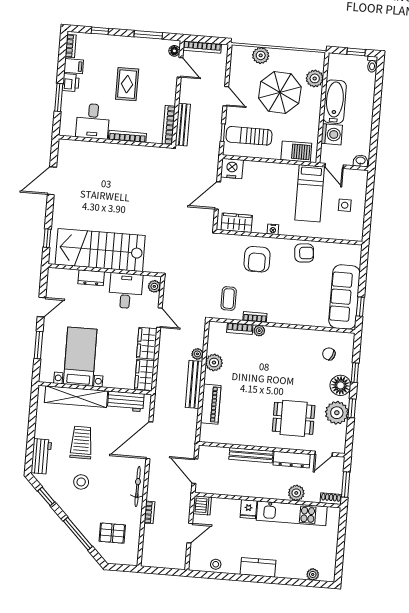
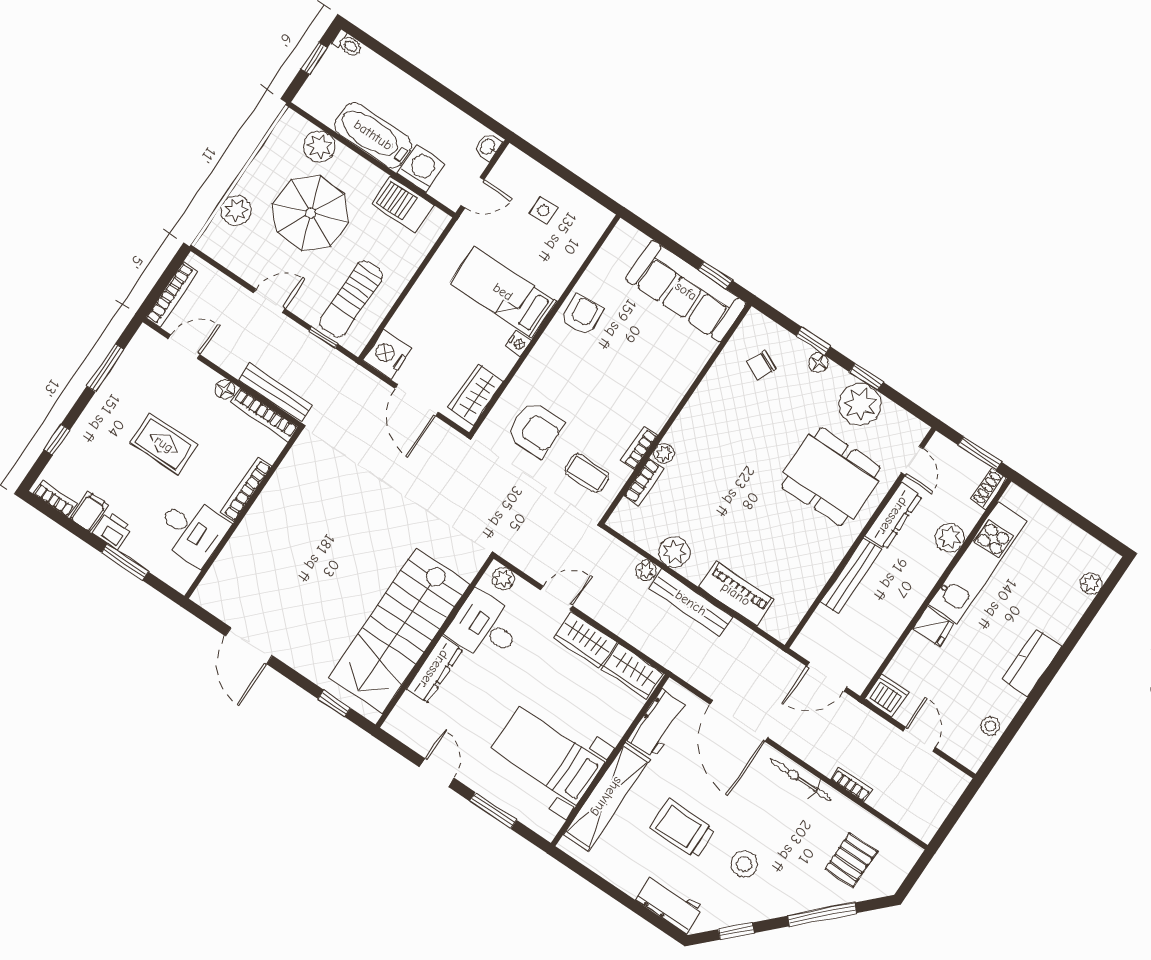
floor lamp: (174, 51) -> (225, 389), moved
barbecue: (296, 152) -> (403, 205), moved, turned -90
bed: (310, 193) -> (503, 292), moved, turned 180
armchair: (257, 259) -> (535, 429), moved
dresser: (91, 278) -> (434, 669), width x1.44
floor lamp: (340, 385) -> (818, 363), width x0.53, depth x0.53
dining table: (294, 418) -> (831, 477), width x1.38

